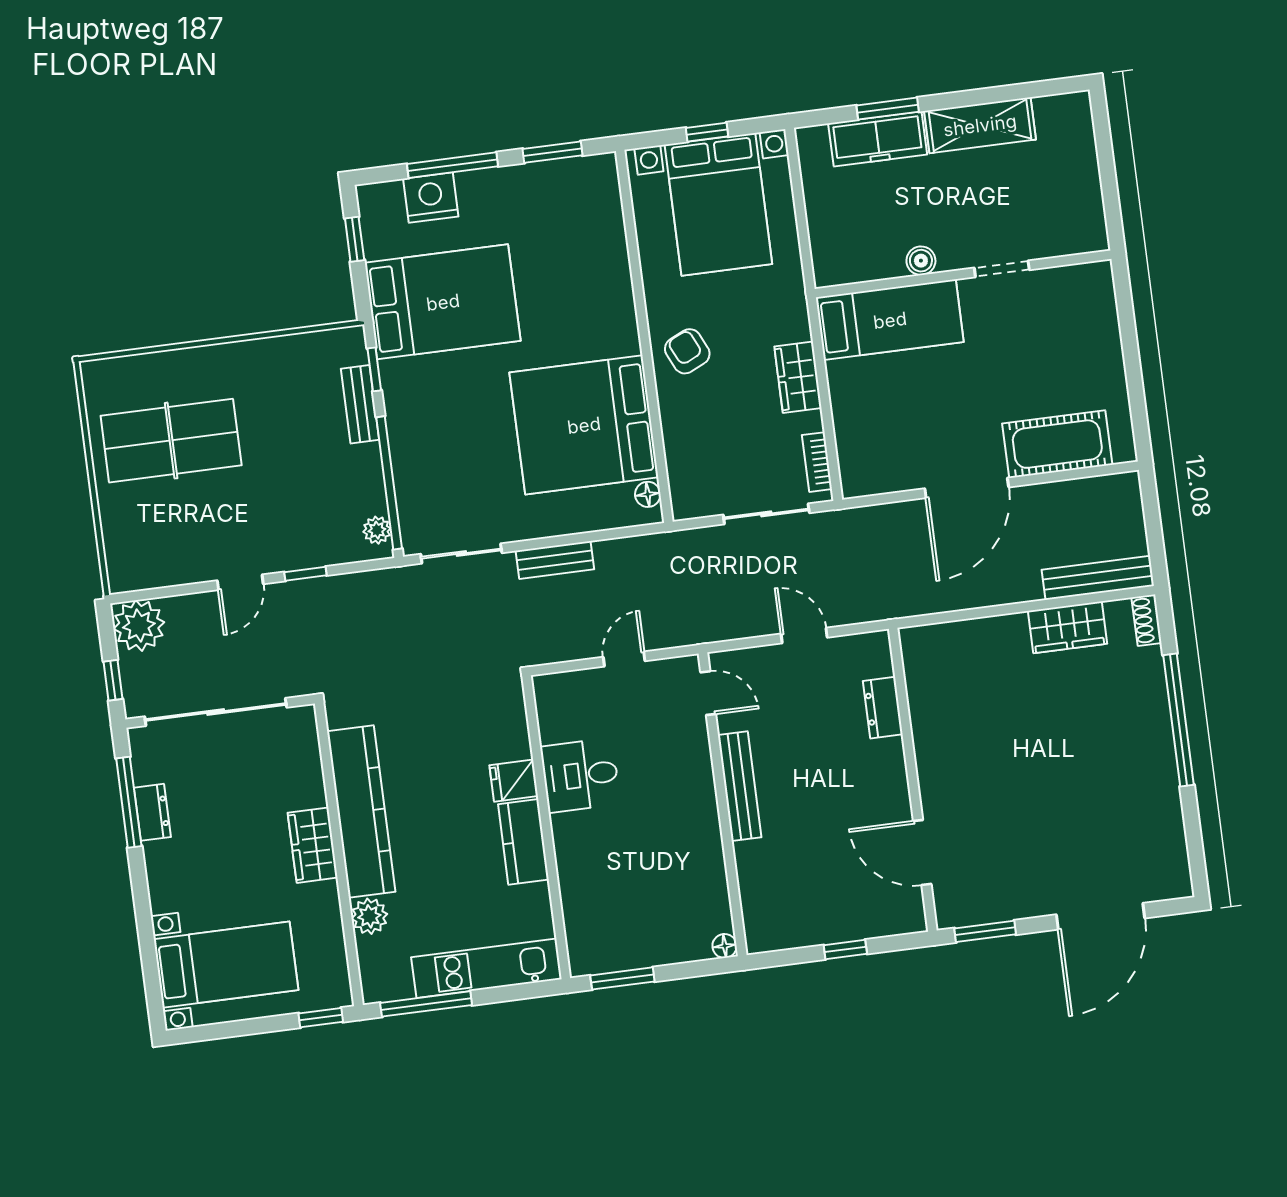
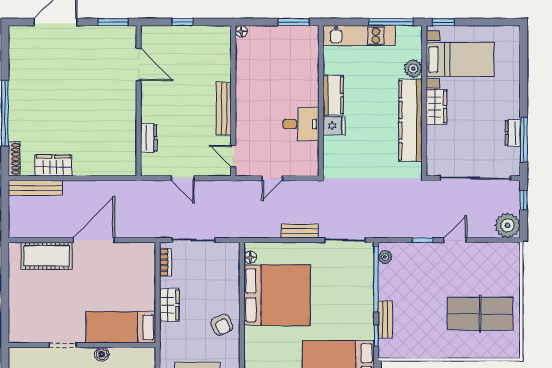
shoe rack: (1147, 620) -> (14, 159), width x1.43
bed with nightstands: (226, 965) -> (460, 59), moved, turned 180

